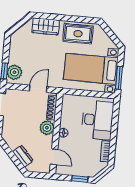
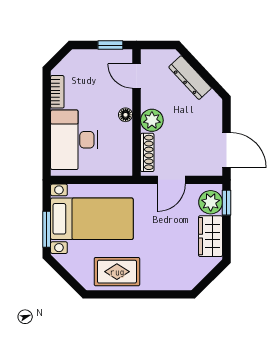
wardrobe: (46, 26) -> (211, 236), moved, turned -90
window: (119, 78) -> (47, 229), moved
dresser: (23, 156) -> (190, 78), width x1.44
window: (80, 179) -> (110, 45), moved

